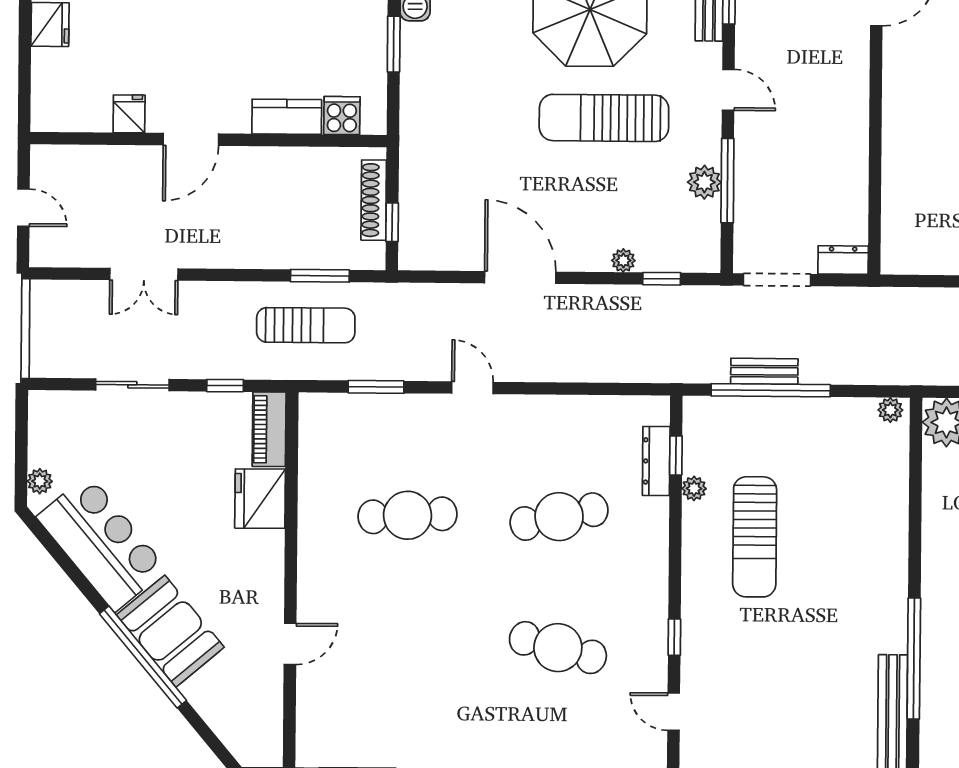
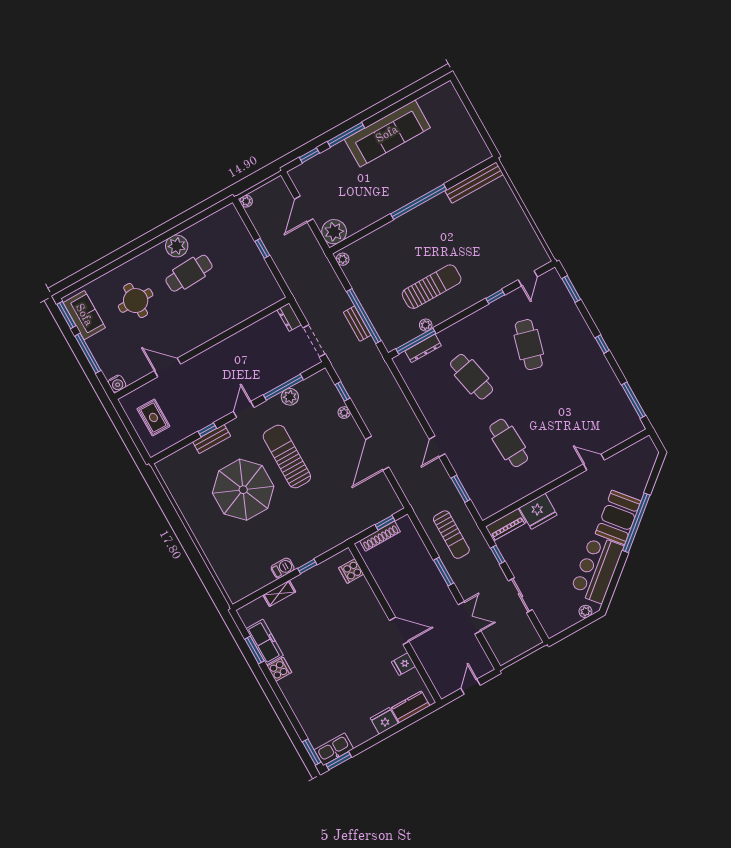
window: (394, 44) -> (307, 566), width x0.67
kitchen counter: (287, 117) -> (410, 707), moved, turned 90
sun lounger: (604, 118) -> (287, 457), turned 180
window: (320, 276) -> (444, 572), moved
sun lounger: (306, 325) -> (451, 535), turned 180
window: (676, 455) -> (416, 341), width x2.17
window: (914, 658) -> (419, 202), moved

